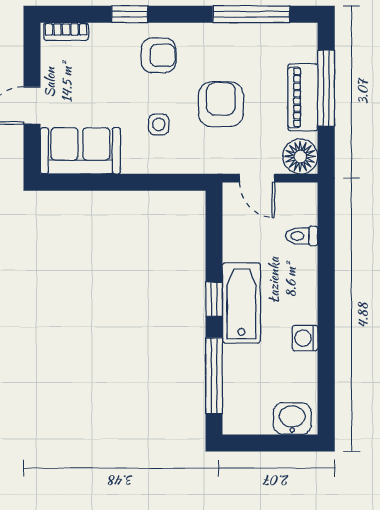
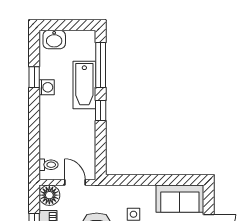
toilet: (302, 236) -> (48, 165), moved
bathtub: (241, 303) -> (84, 85), moved
window: (326, 355) -> (34, 77), added

